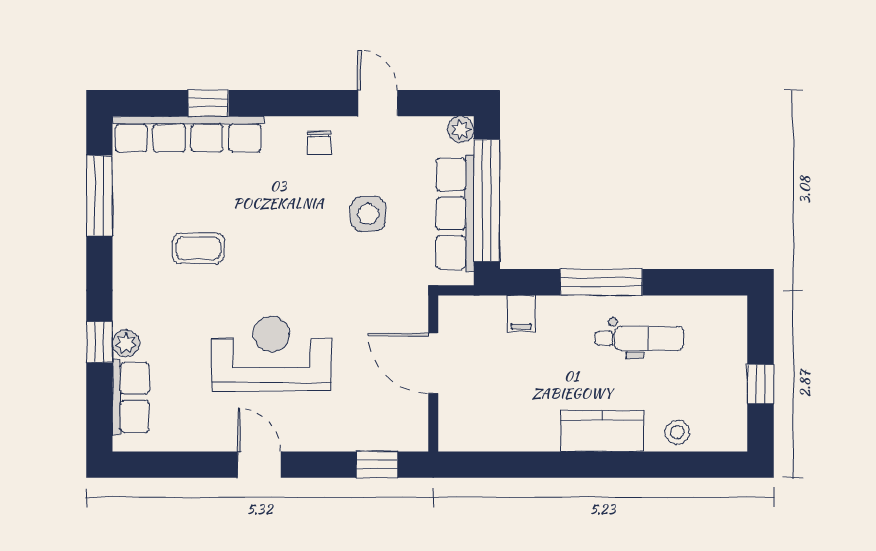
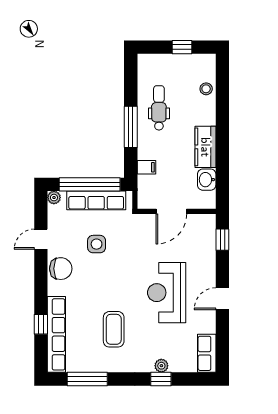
chair: (319, 143) -> (61, 269), width x1.87, depth x1.87
coffee table: (198, 248) -> (114, 329), width x1.36, depth x1.30
row of seats: (131, 397) -> (207, 353), moved, turned -90
kitchen counter: (602, 431) -> (205, 147), moved
washbasin: (497, 433) -> (207, 180), added

